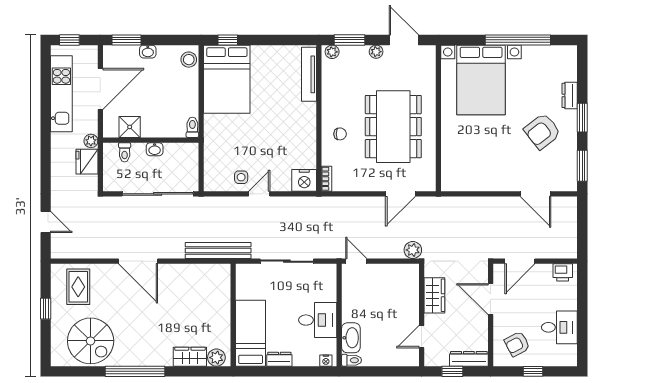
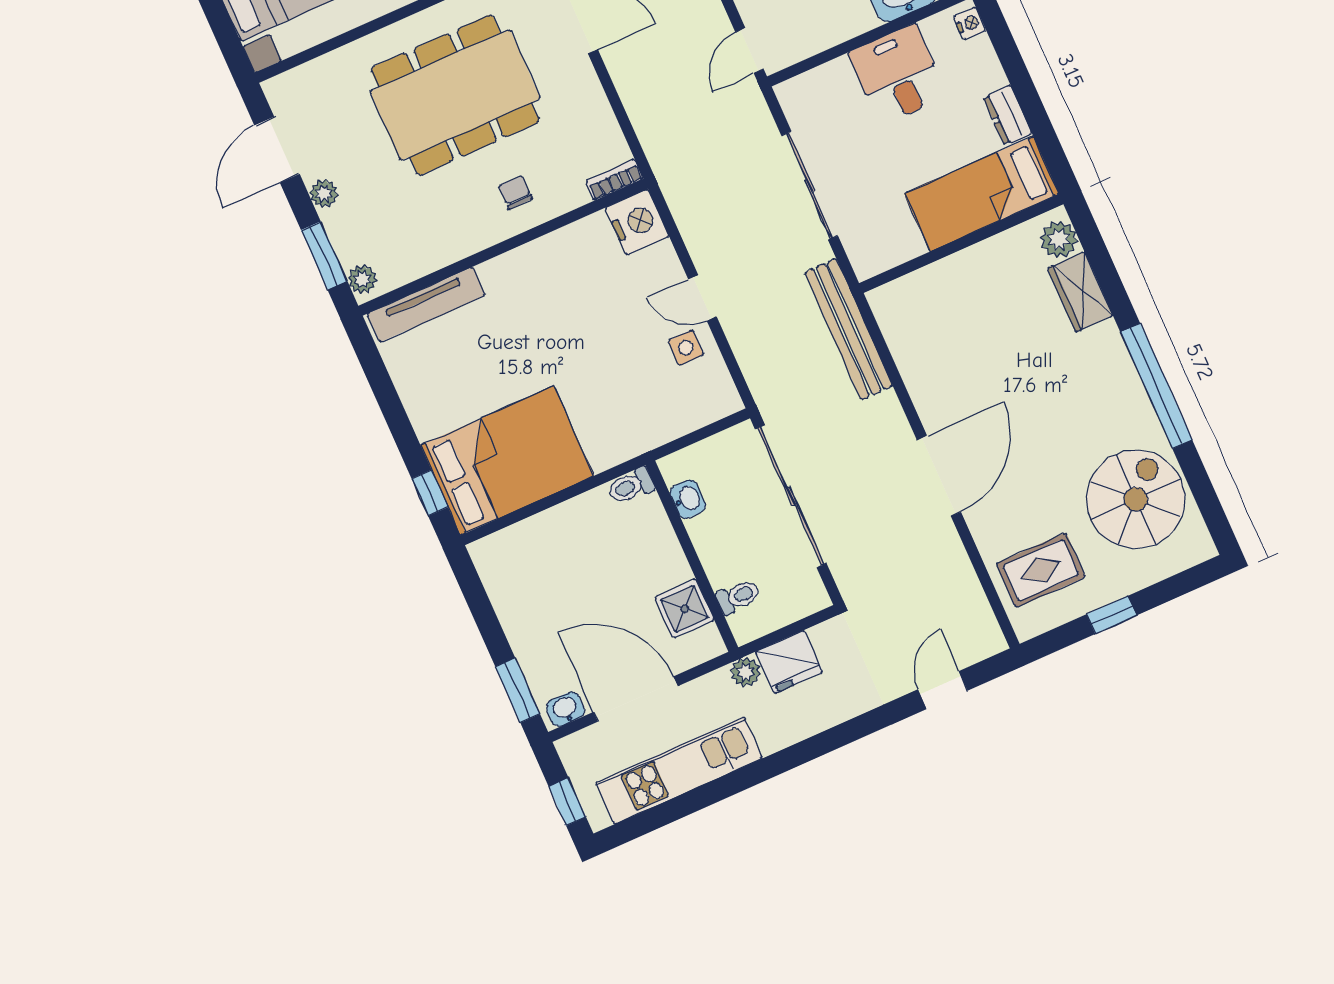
washbasin: (148, 52) -> (565, 709), moved, turned -90
stool: (189, 60) -> (502, 552), removed
washbasin: (155, 149) -> (688, 499), moved

